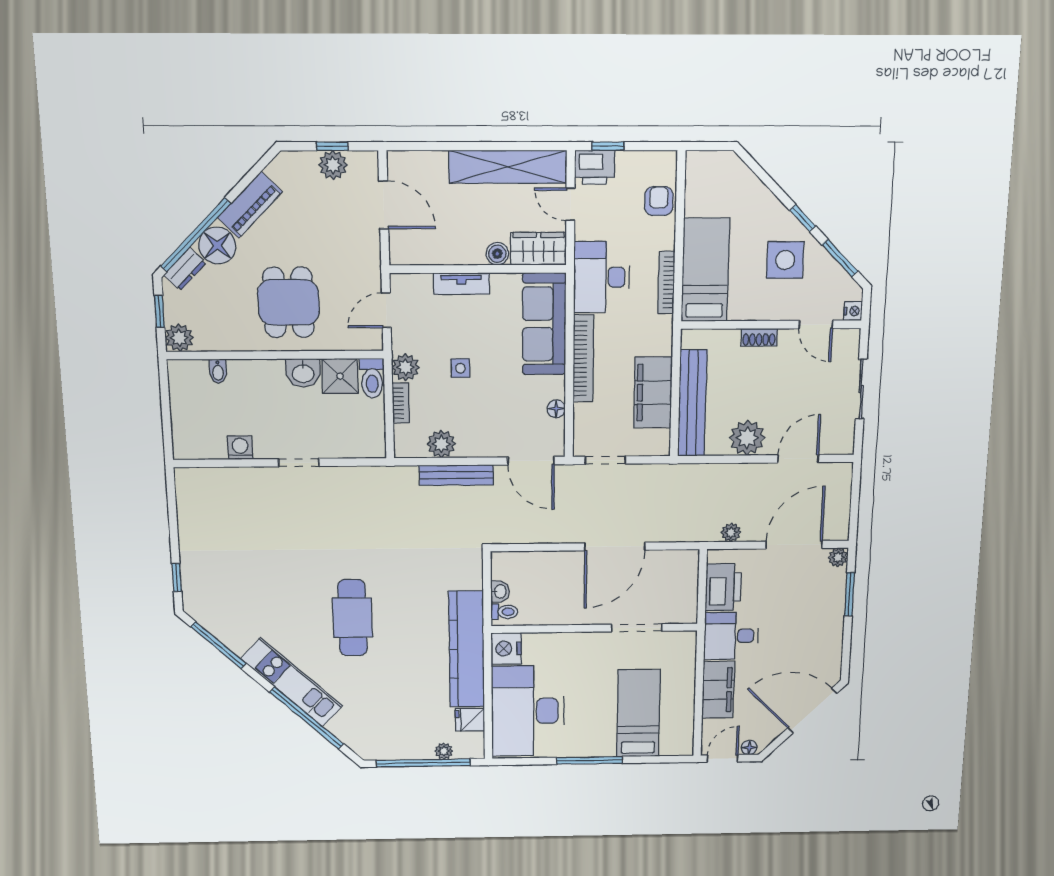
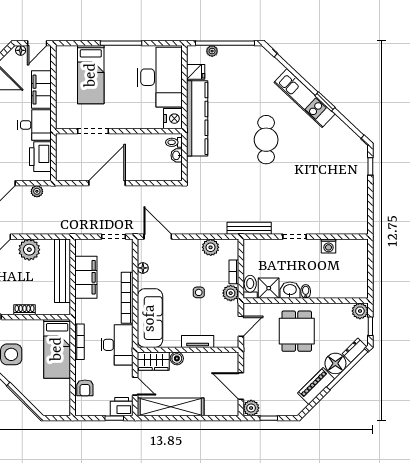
plant: (333, 165) -> (251, 408), moved
bidet: (218, 371) -> (306, 291), moved
bench: (456, 475) -> (249, 228), moved

